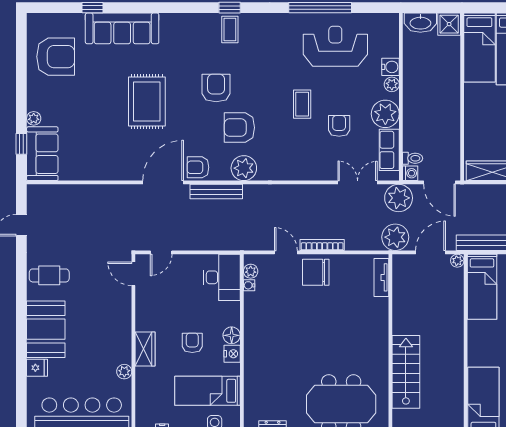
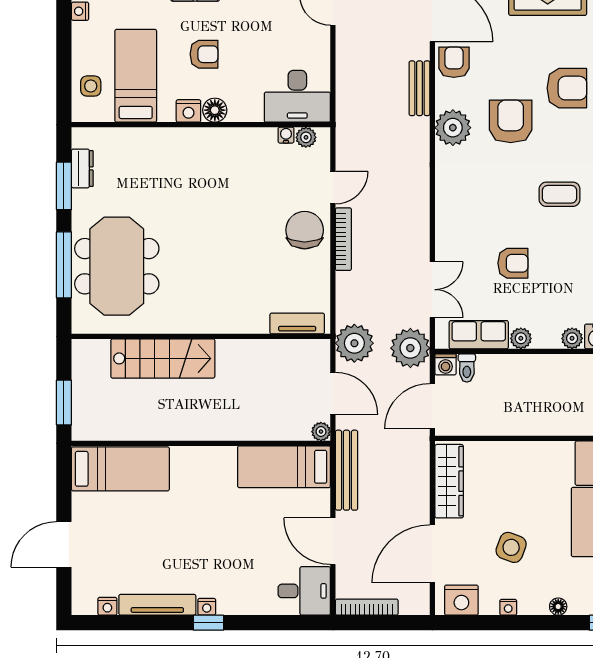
coffee table: (302, 104) -> (560, 194), moved
plant: (385, 114) -> (521, 338), width x0.53, depth x0.53
bench: (216, 192) -> (420, 88), width x0.73

